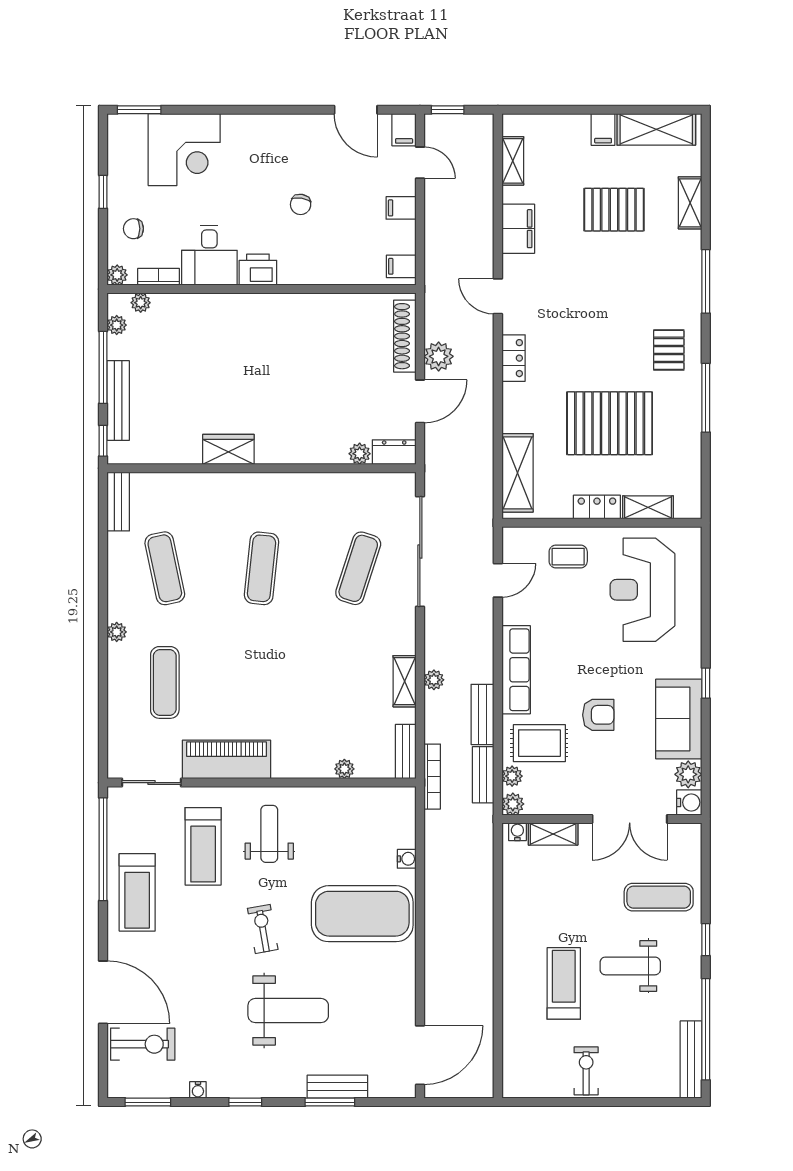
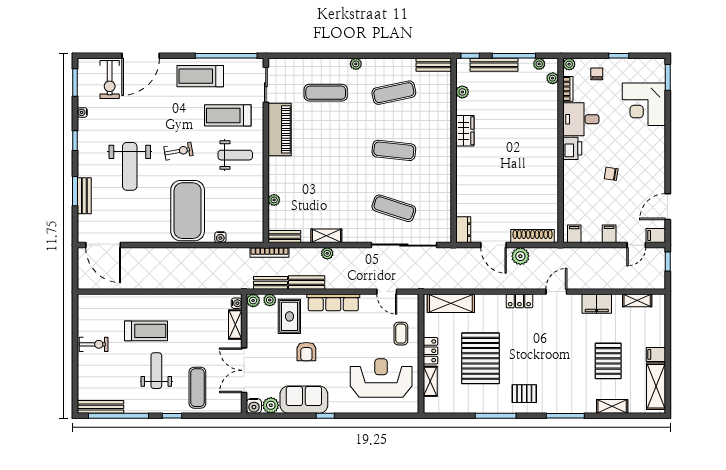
plant: (360, 454) -> (462, 92), moved

